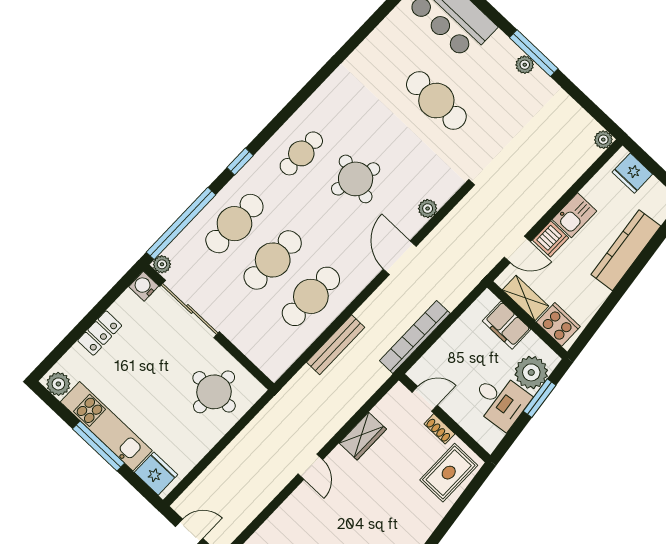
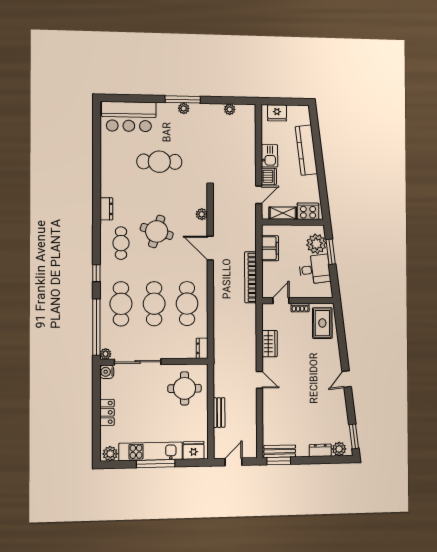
dresser: (322, 98) -> (106, 209), added
plant: (603, 140) -> (230, 109), moved
filing cabinet: (507, 325) -> (270, 248), moved, turned -90
bench: (336, 345) -> (219, 413), moved, width x0.73
dresser: (279, 365) -> (202, 348), added

